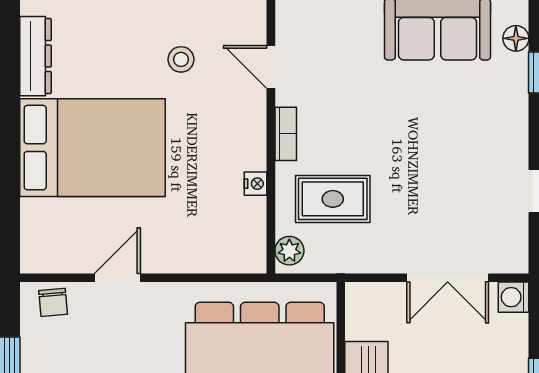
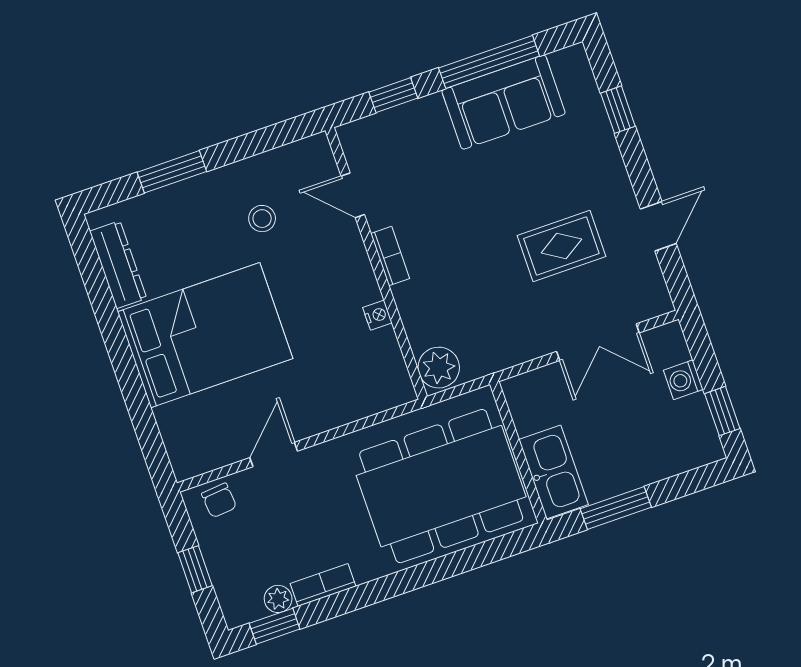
floor lamp: (516, 38) -> (583, 84), removed
rug: (333, 199) -> (561, 246), moved
plant: (289, 251) -> (439, 368), width x1.38, depth x1.38
washing machine: (514, 297) -> (683, 380), moved

